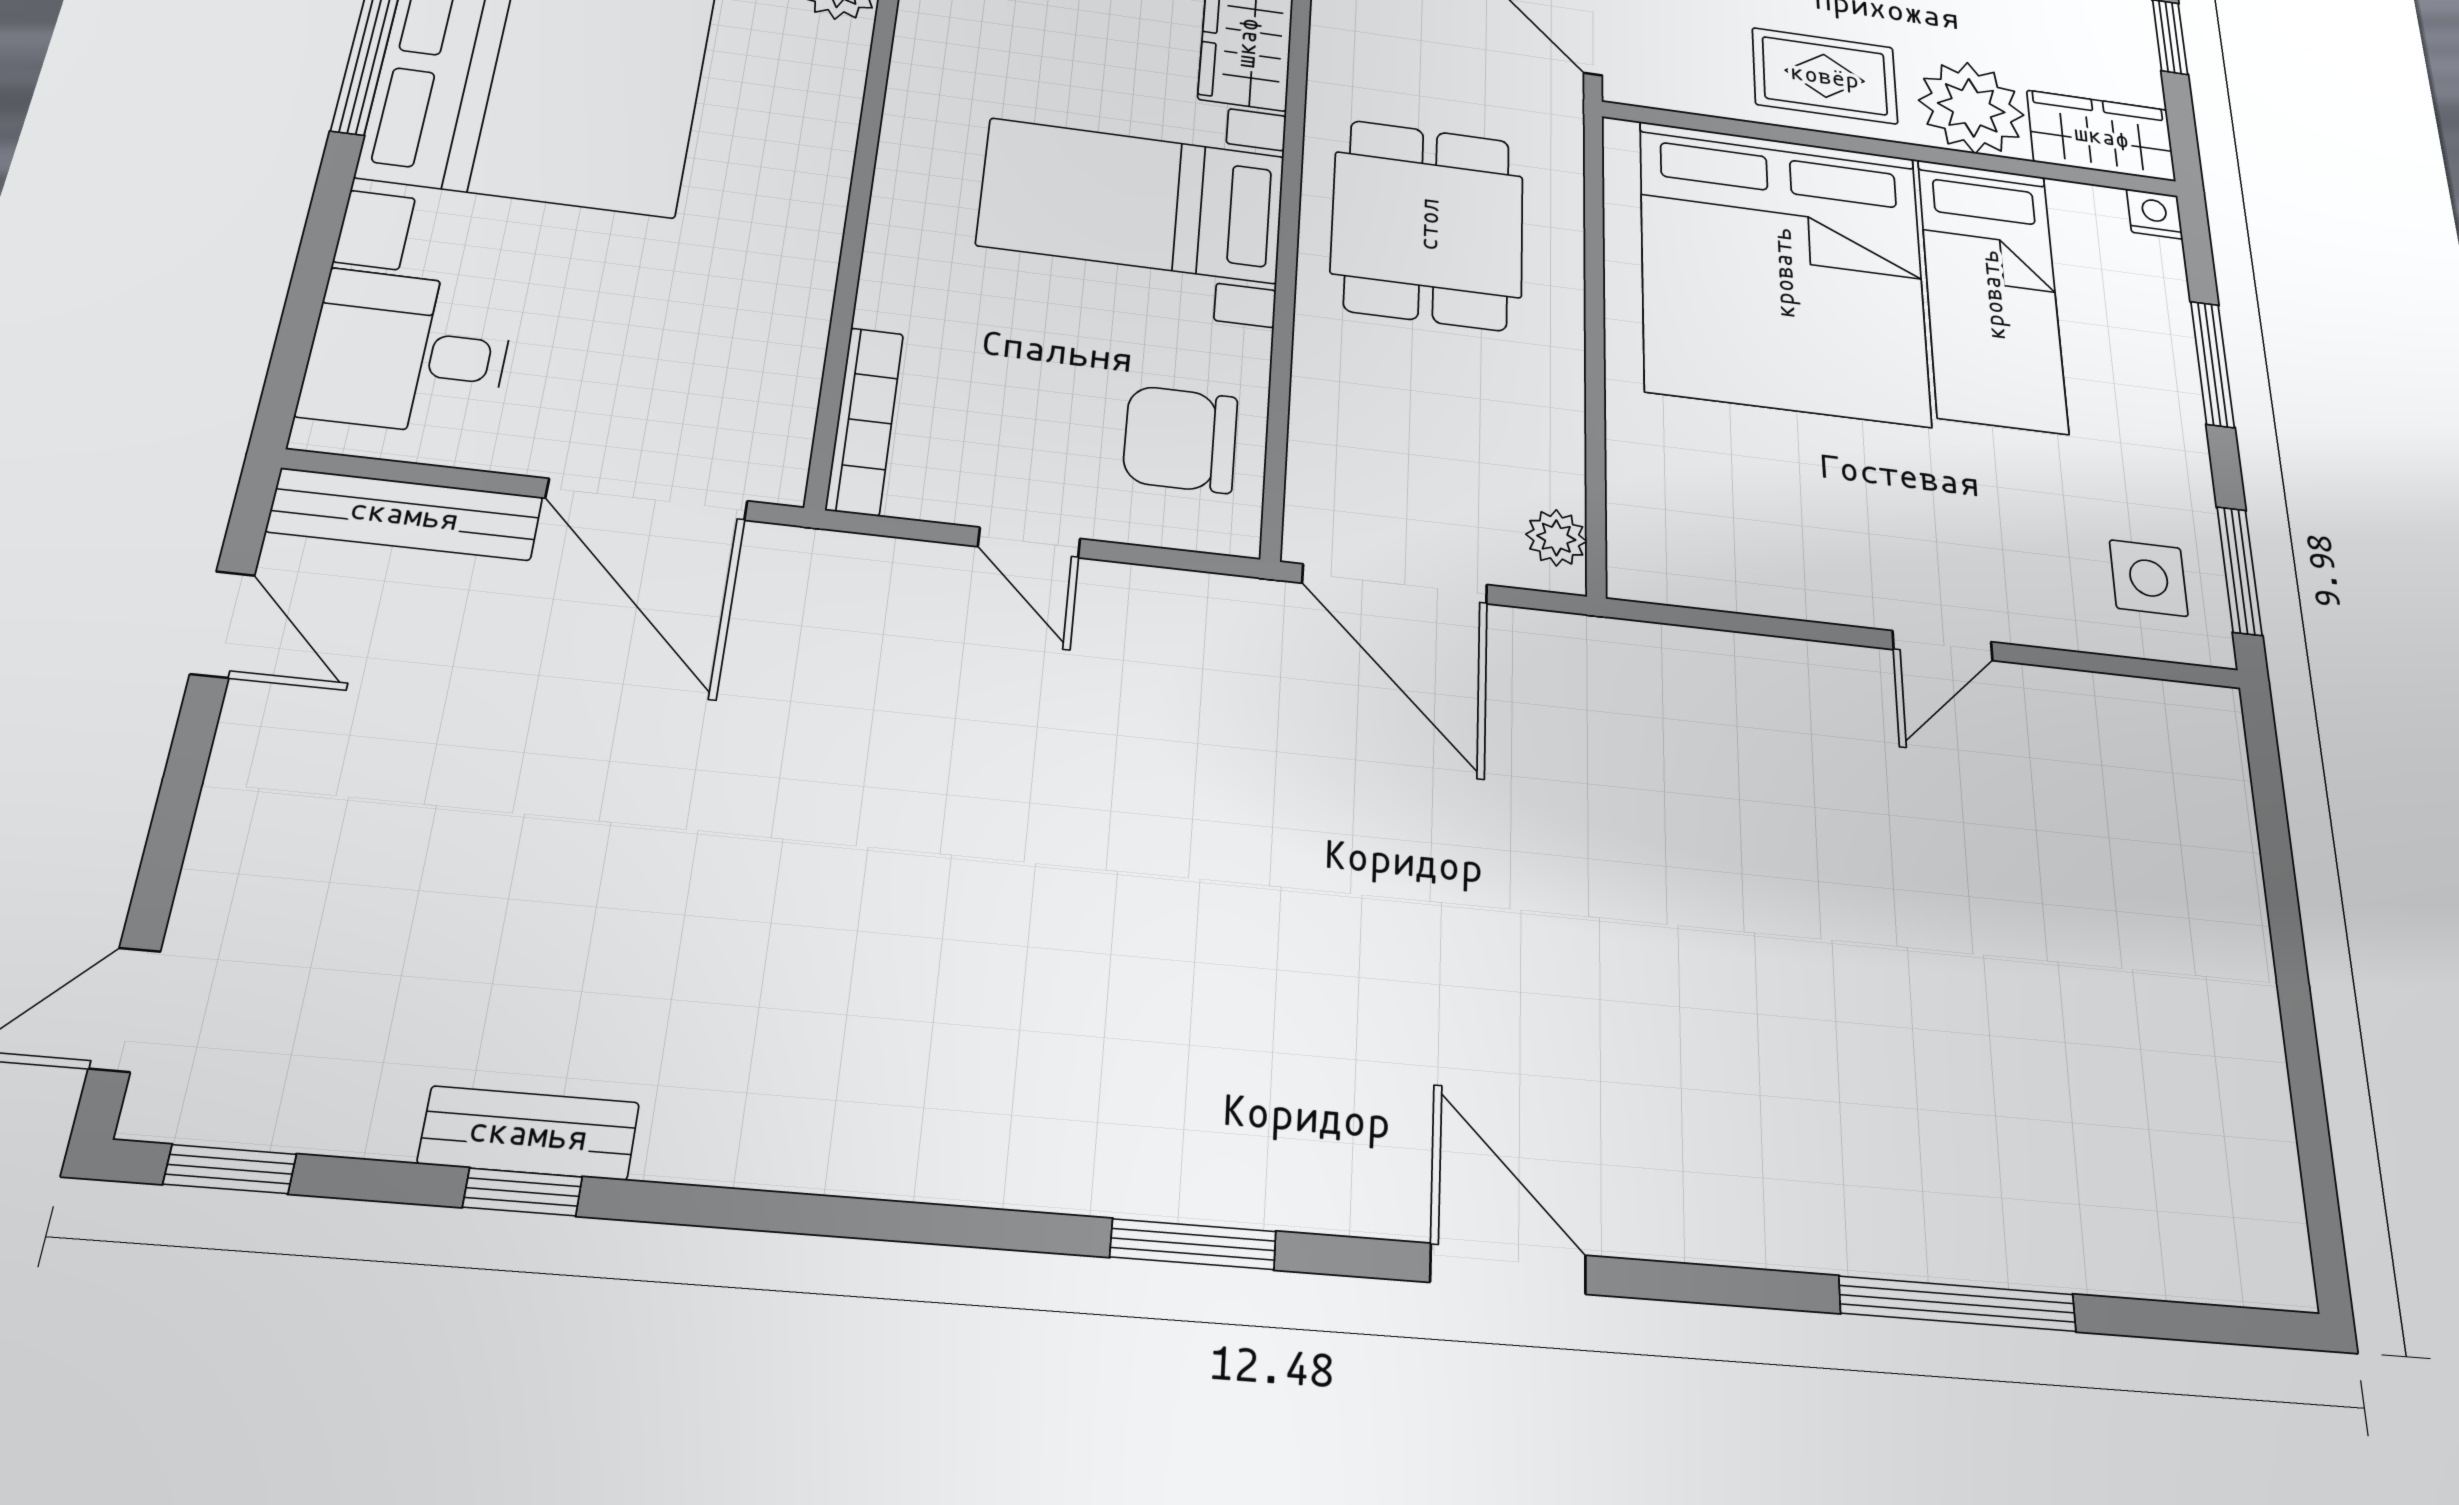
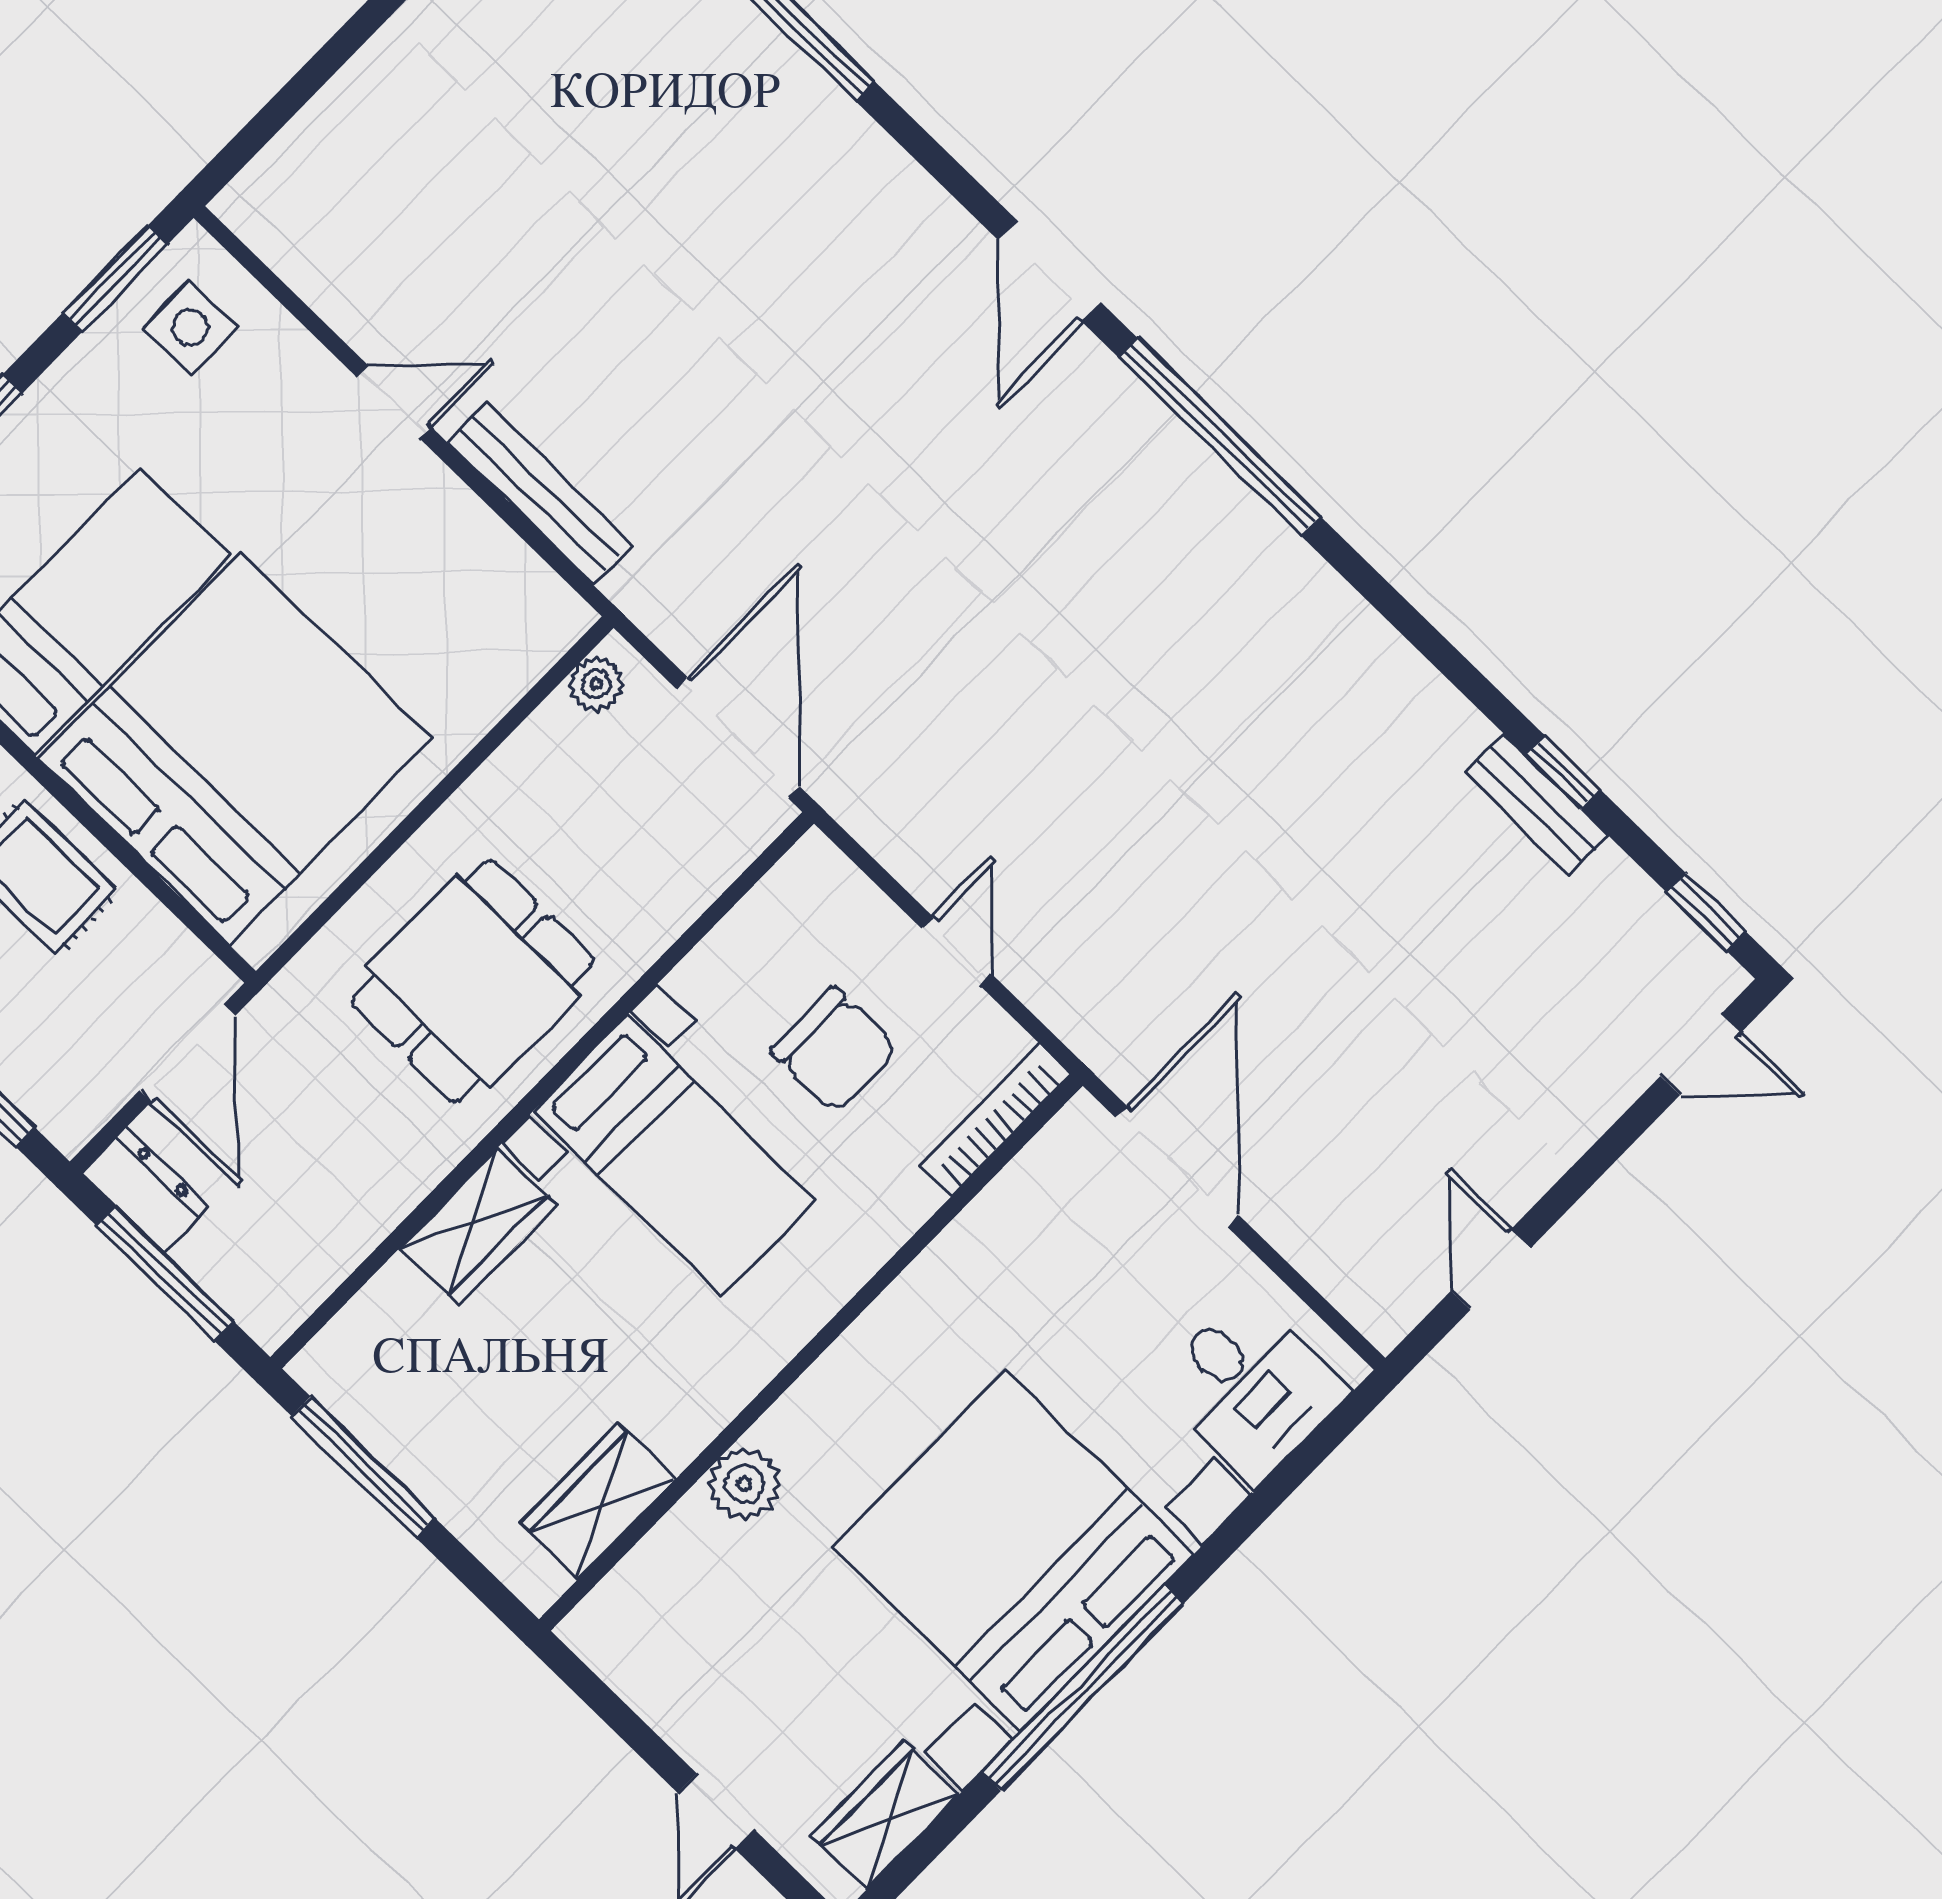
chair: (1180, 439) -> (834, 1050), moved
bench: (405, 514) -> (540, 493), moved
window: (1193, 1244) -> (1219, 437), width x2.11

